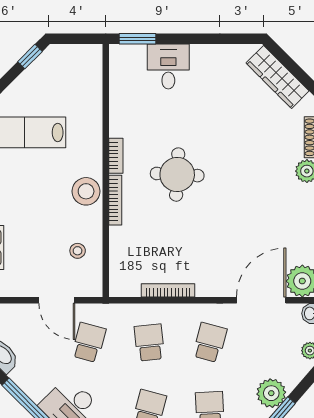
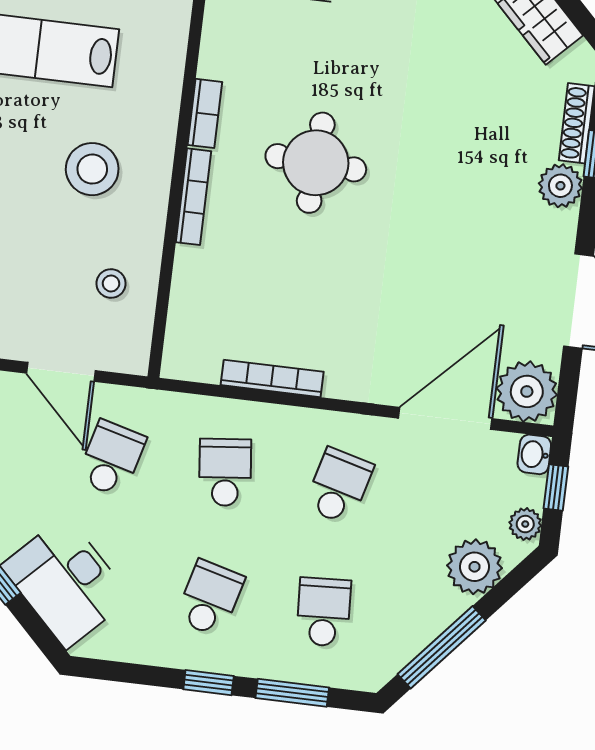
stool: (86, 191) -> (92, 169), moved
plant: (271, 393) -> (474, 567), moved

